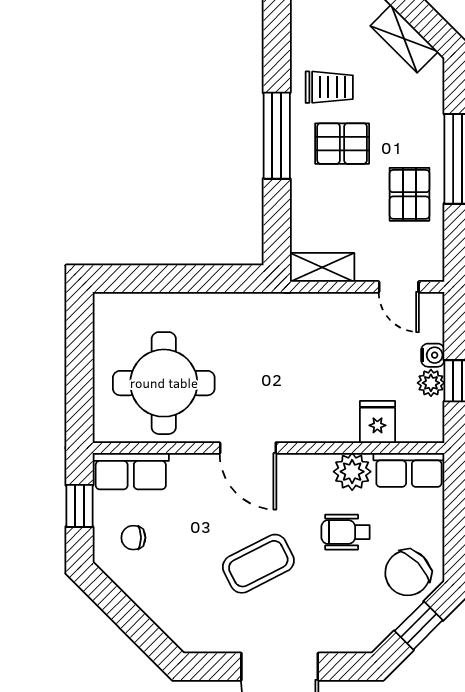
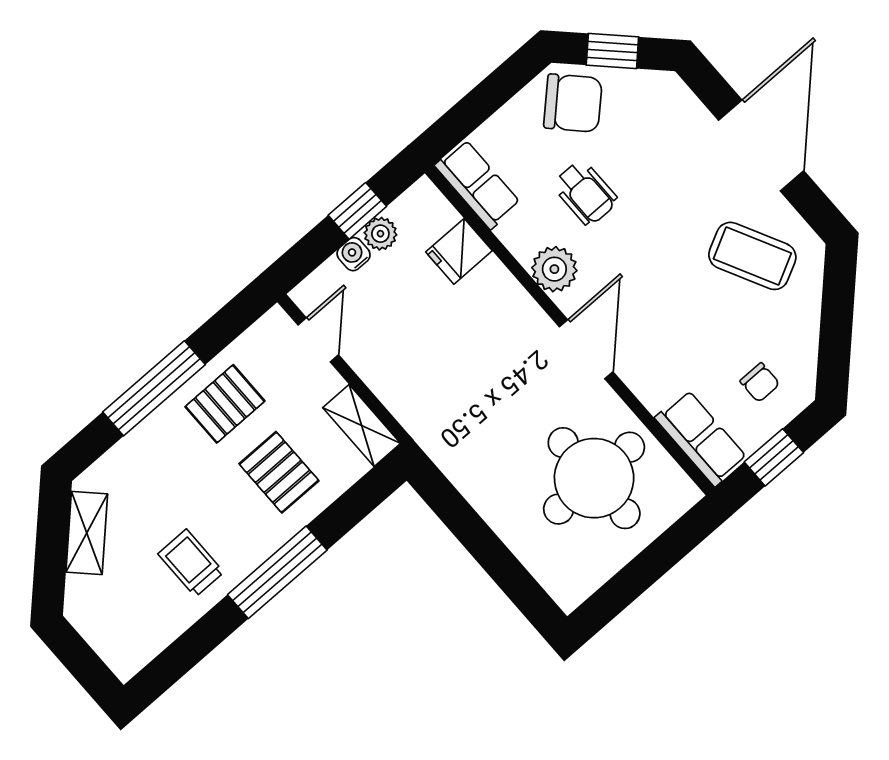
pallet: (342, 144) -> (279, 472), moved
plant: (352, 472) -> (554, 269), moved
coffee table: (258, 564) -> (752, 256), moved

